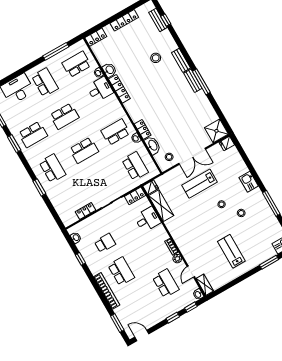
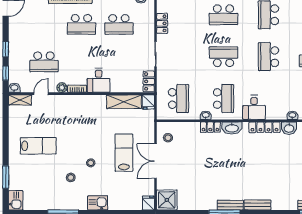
stool: (156, 58) -> (274, 181), removed
desk: (100, 89) -> (254, 107), moved
washbasin: (153, 145) -> (232, 128), moved
school desk: (84, 150) -> (223, 57), turned 90
school desk: (135, 166) -> (178, 99), turned -90
desk: (147, 219) -> (99, 80), moved
school desk: (105, 243) -> (119, 24), width x1.85
door: (191, 272) -> (41, 94), hinge flipped

